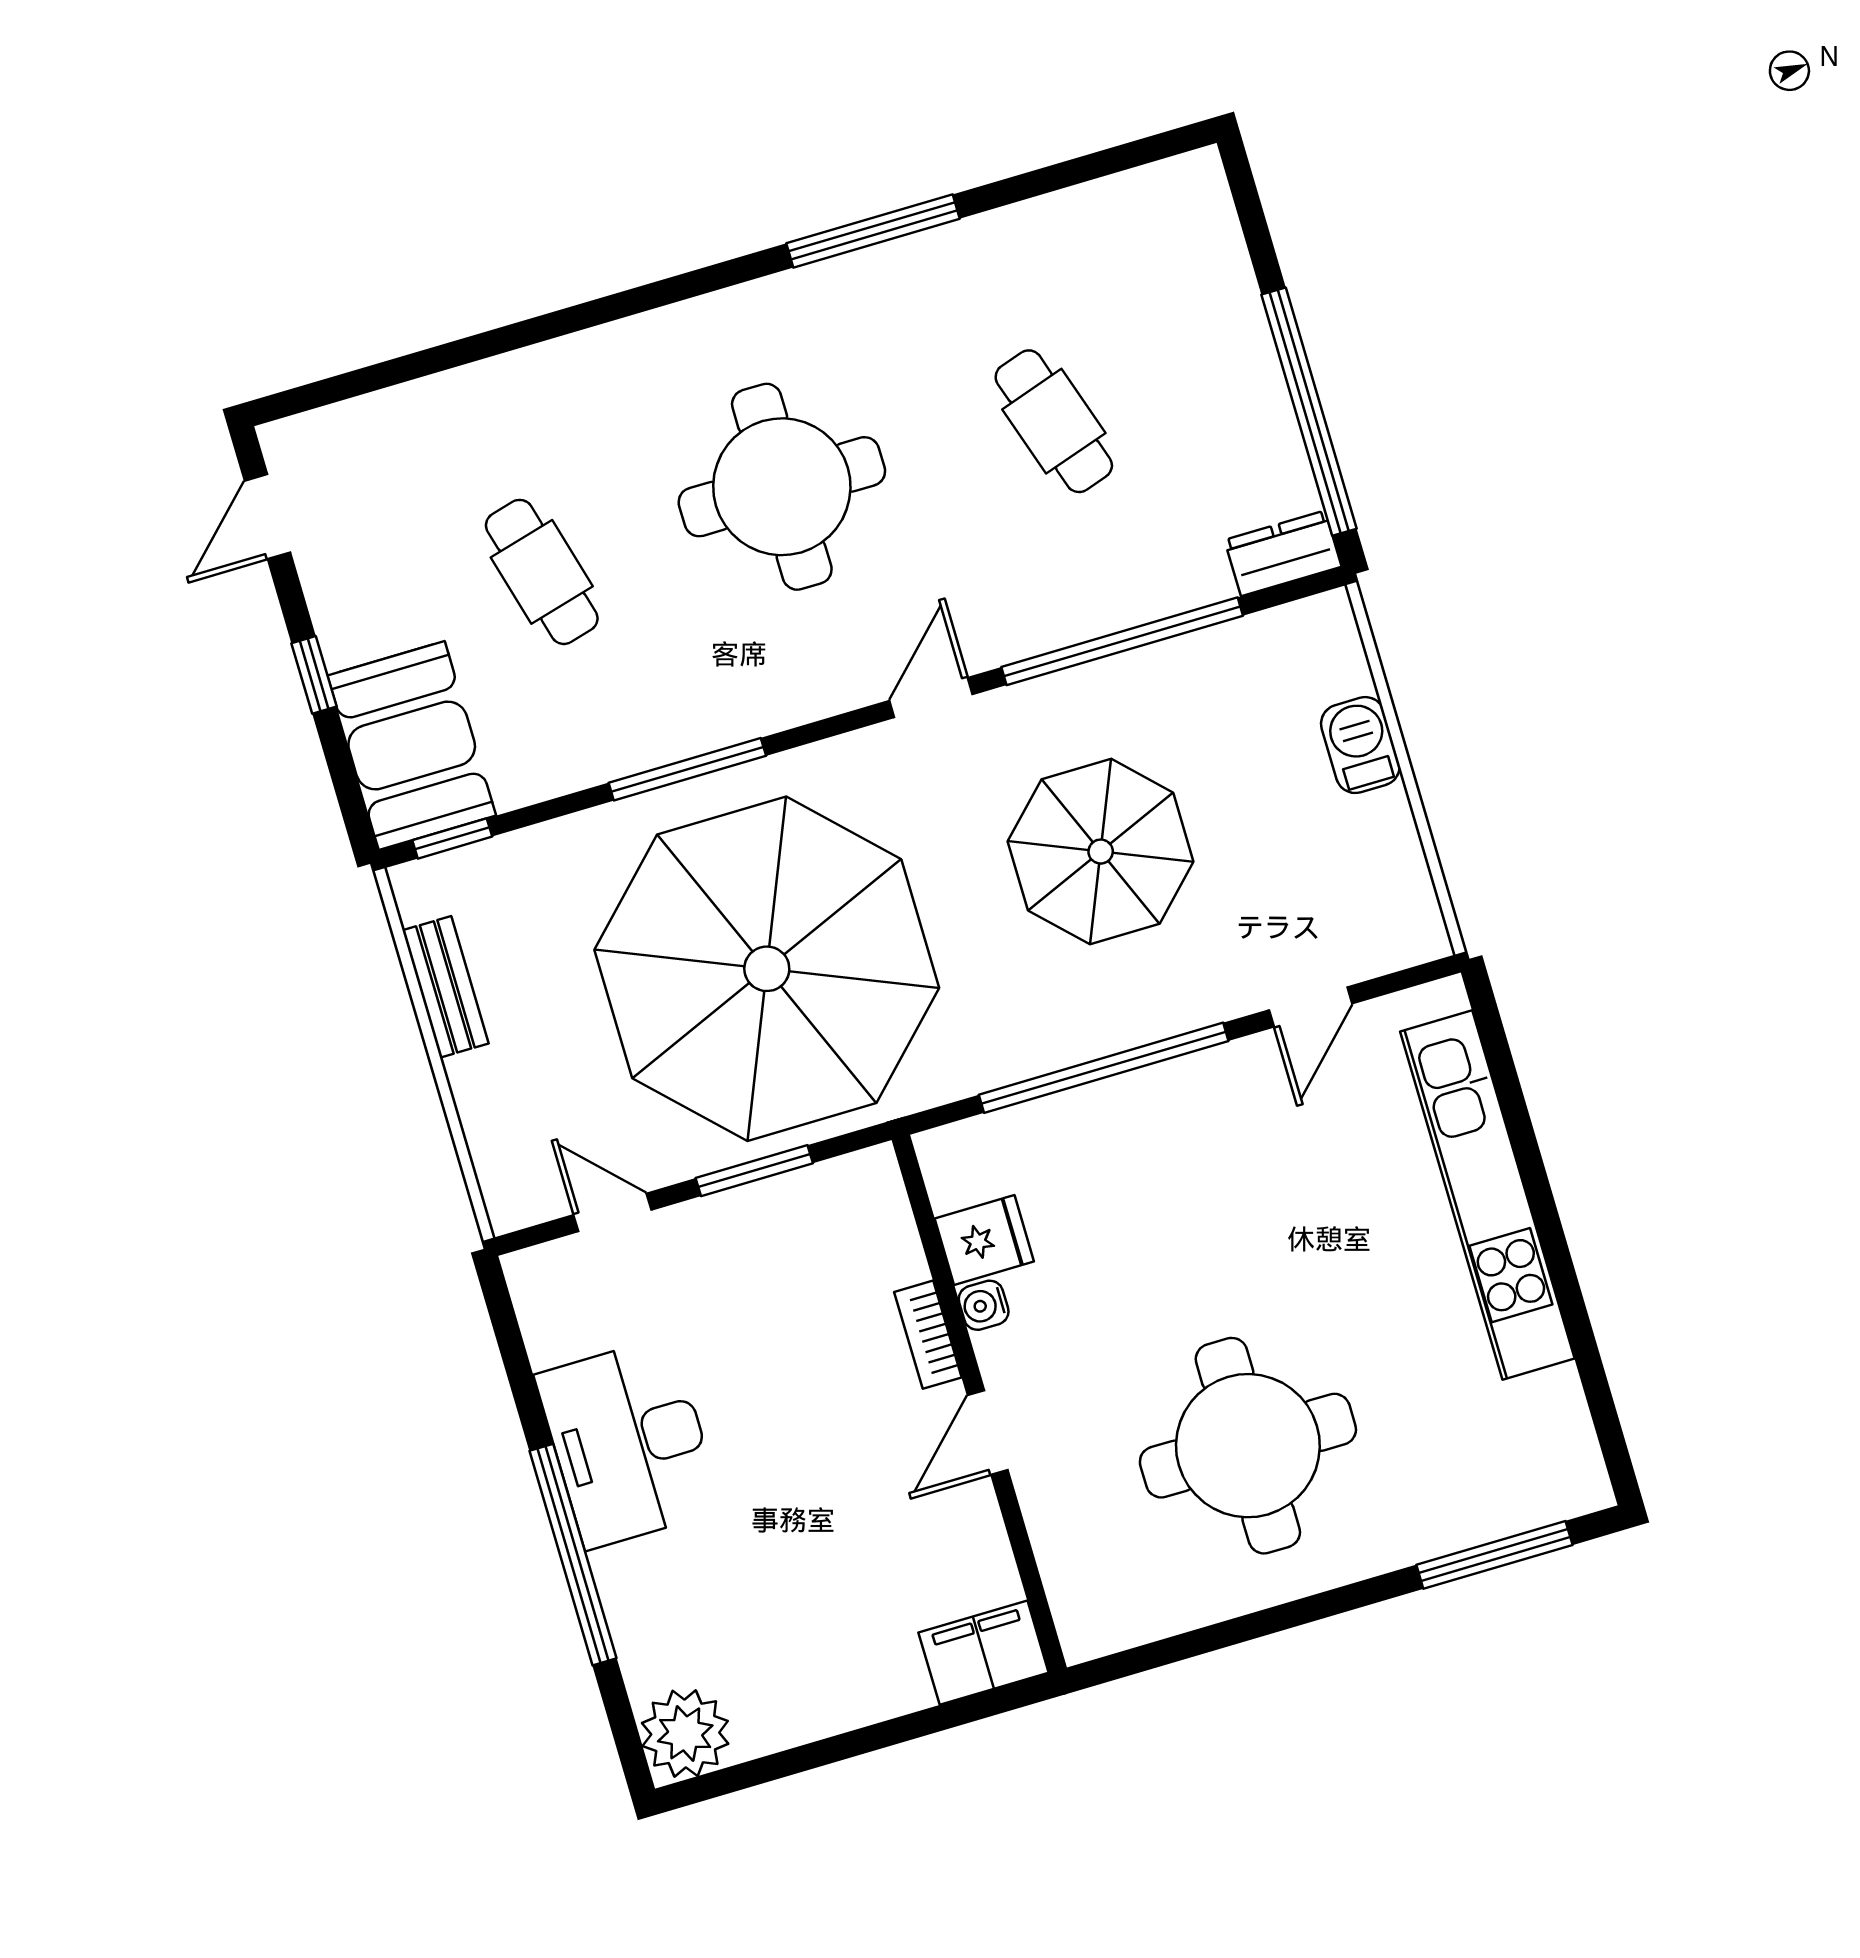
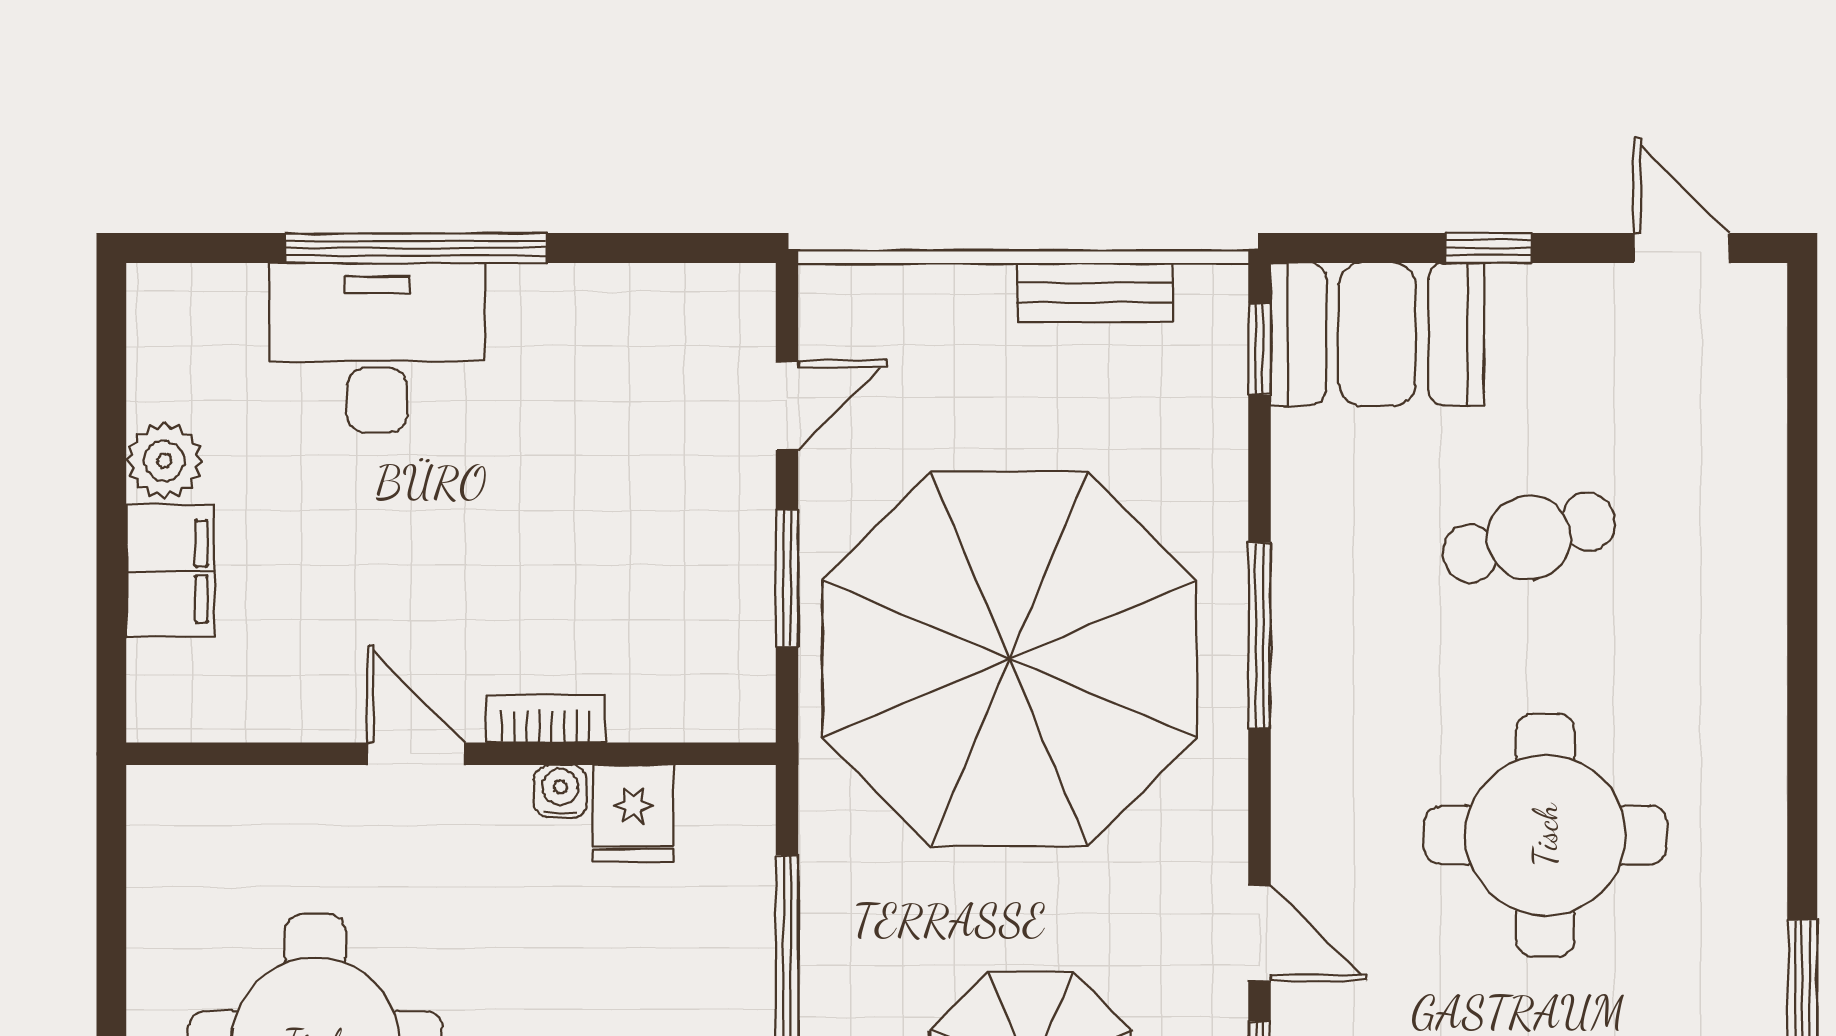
desk: (629, 1443) -> (377, 348), moved
filing cabinet: (984, 1653) -> (170, 571), moved
plant: (685, 1733) -> (164, 461), moved, width x0.73, depth x0.73

